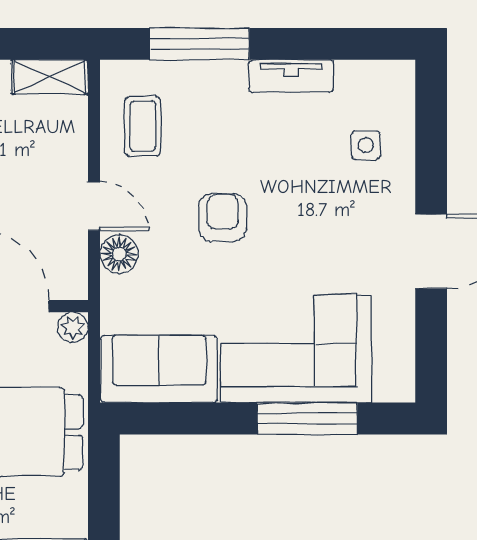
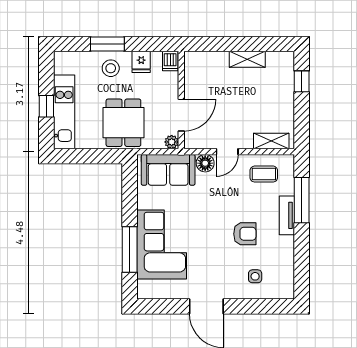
tv unit: (291, 76) -> (287, 215), moved
shelving: (50, 77) -> (271, 141), moved, turned 90
armchair: (222, 218) -> (245, 234), moved
sofa: (159, 369) -> (168, 170), moved, turned 90

